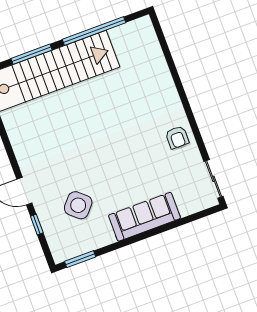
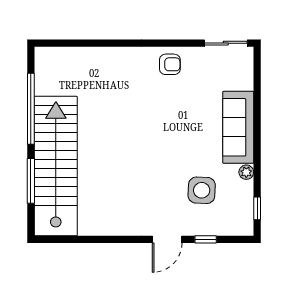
side table: (78, 205) -> (202, 190), turned -38
plant: (108, 238) -> (246, 172), added
window: (80, 259) -> (257, 208), width x0.67

